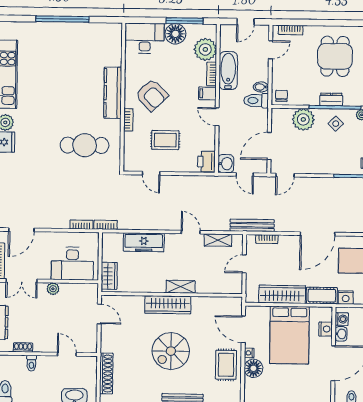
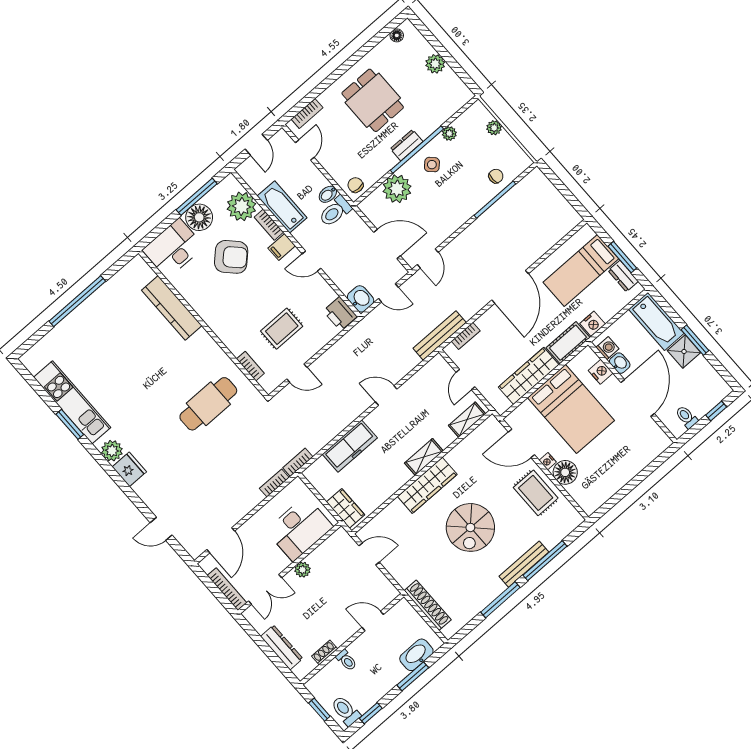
kitchen counter: (113, 93) -> (172, 308), moved
armchair: (152, 95) -> (231, 257), moved
bookcase: (128, 120) -> (250, 366), moved
door: (269, 146) -> (387, 244), swing flipped
shelving: (218, 240) -> (467, 420), moved

